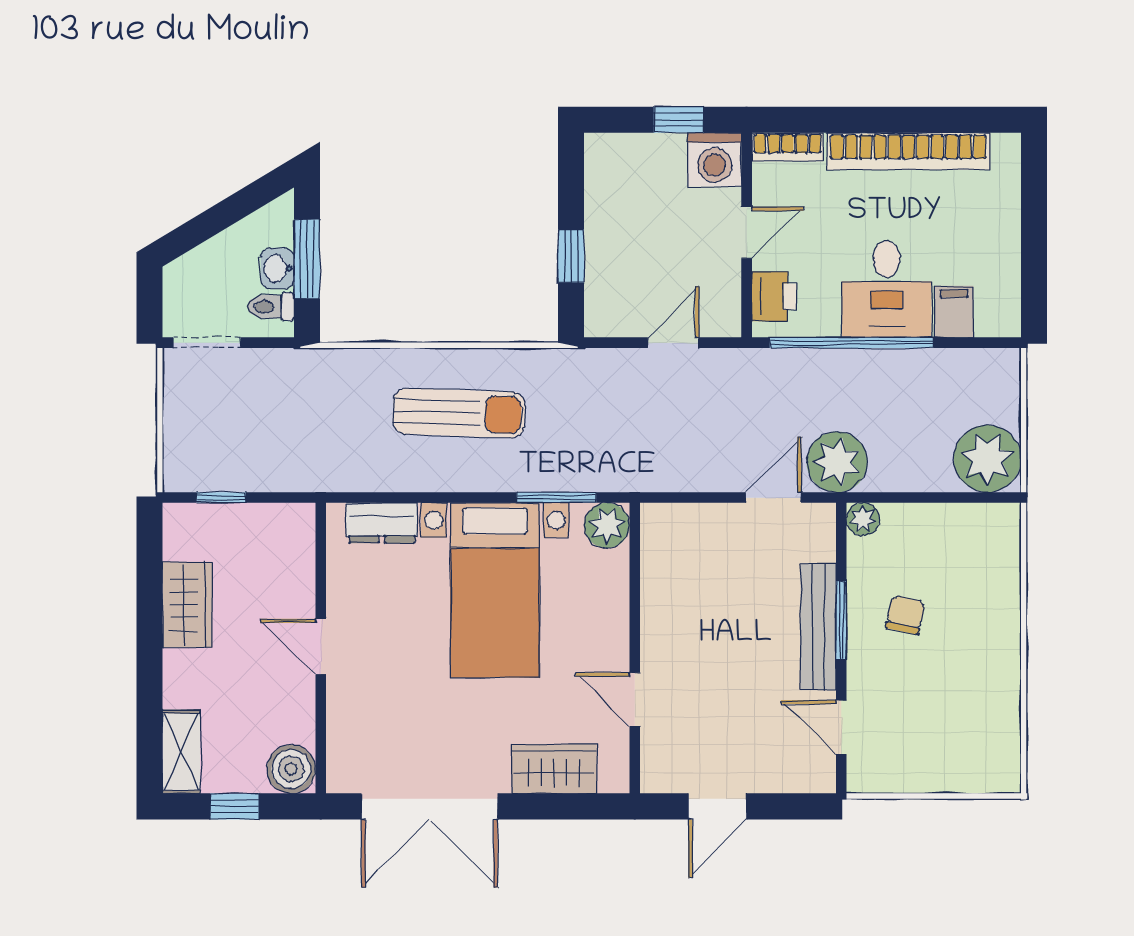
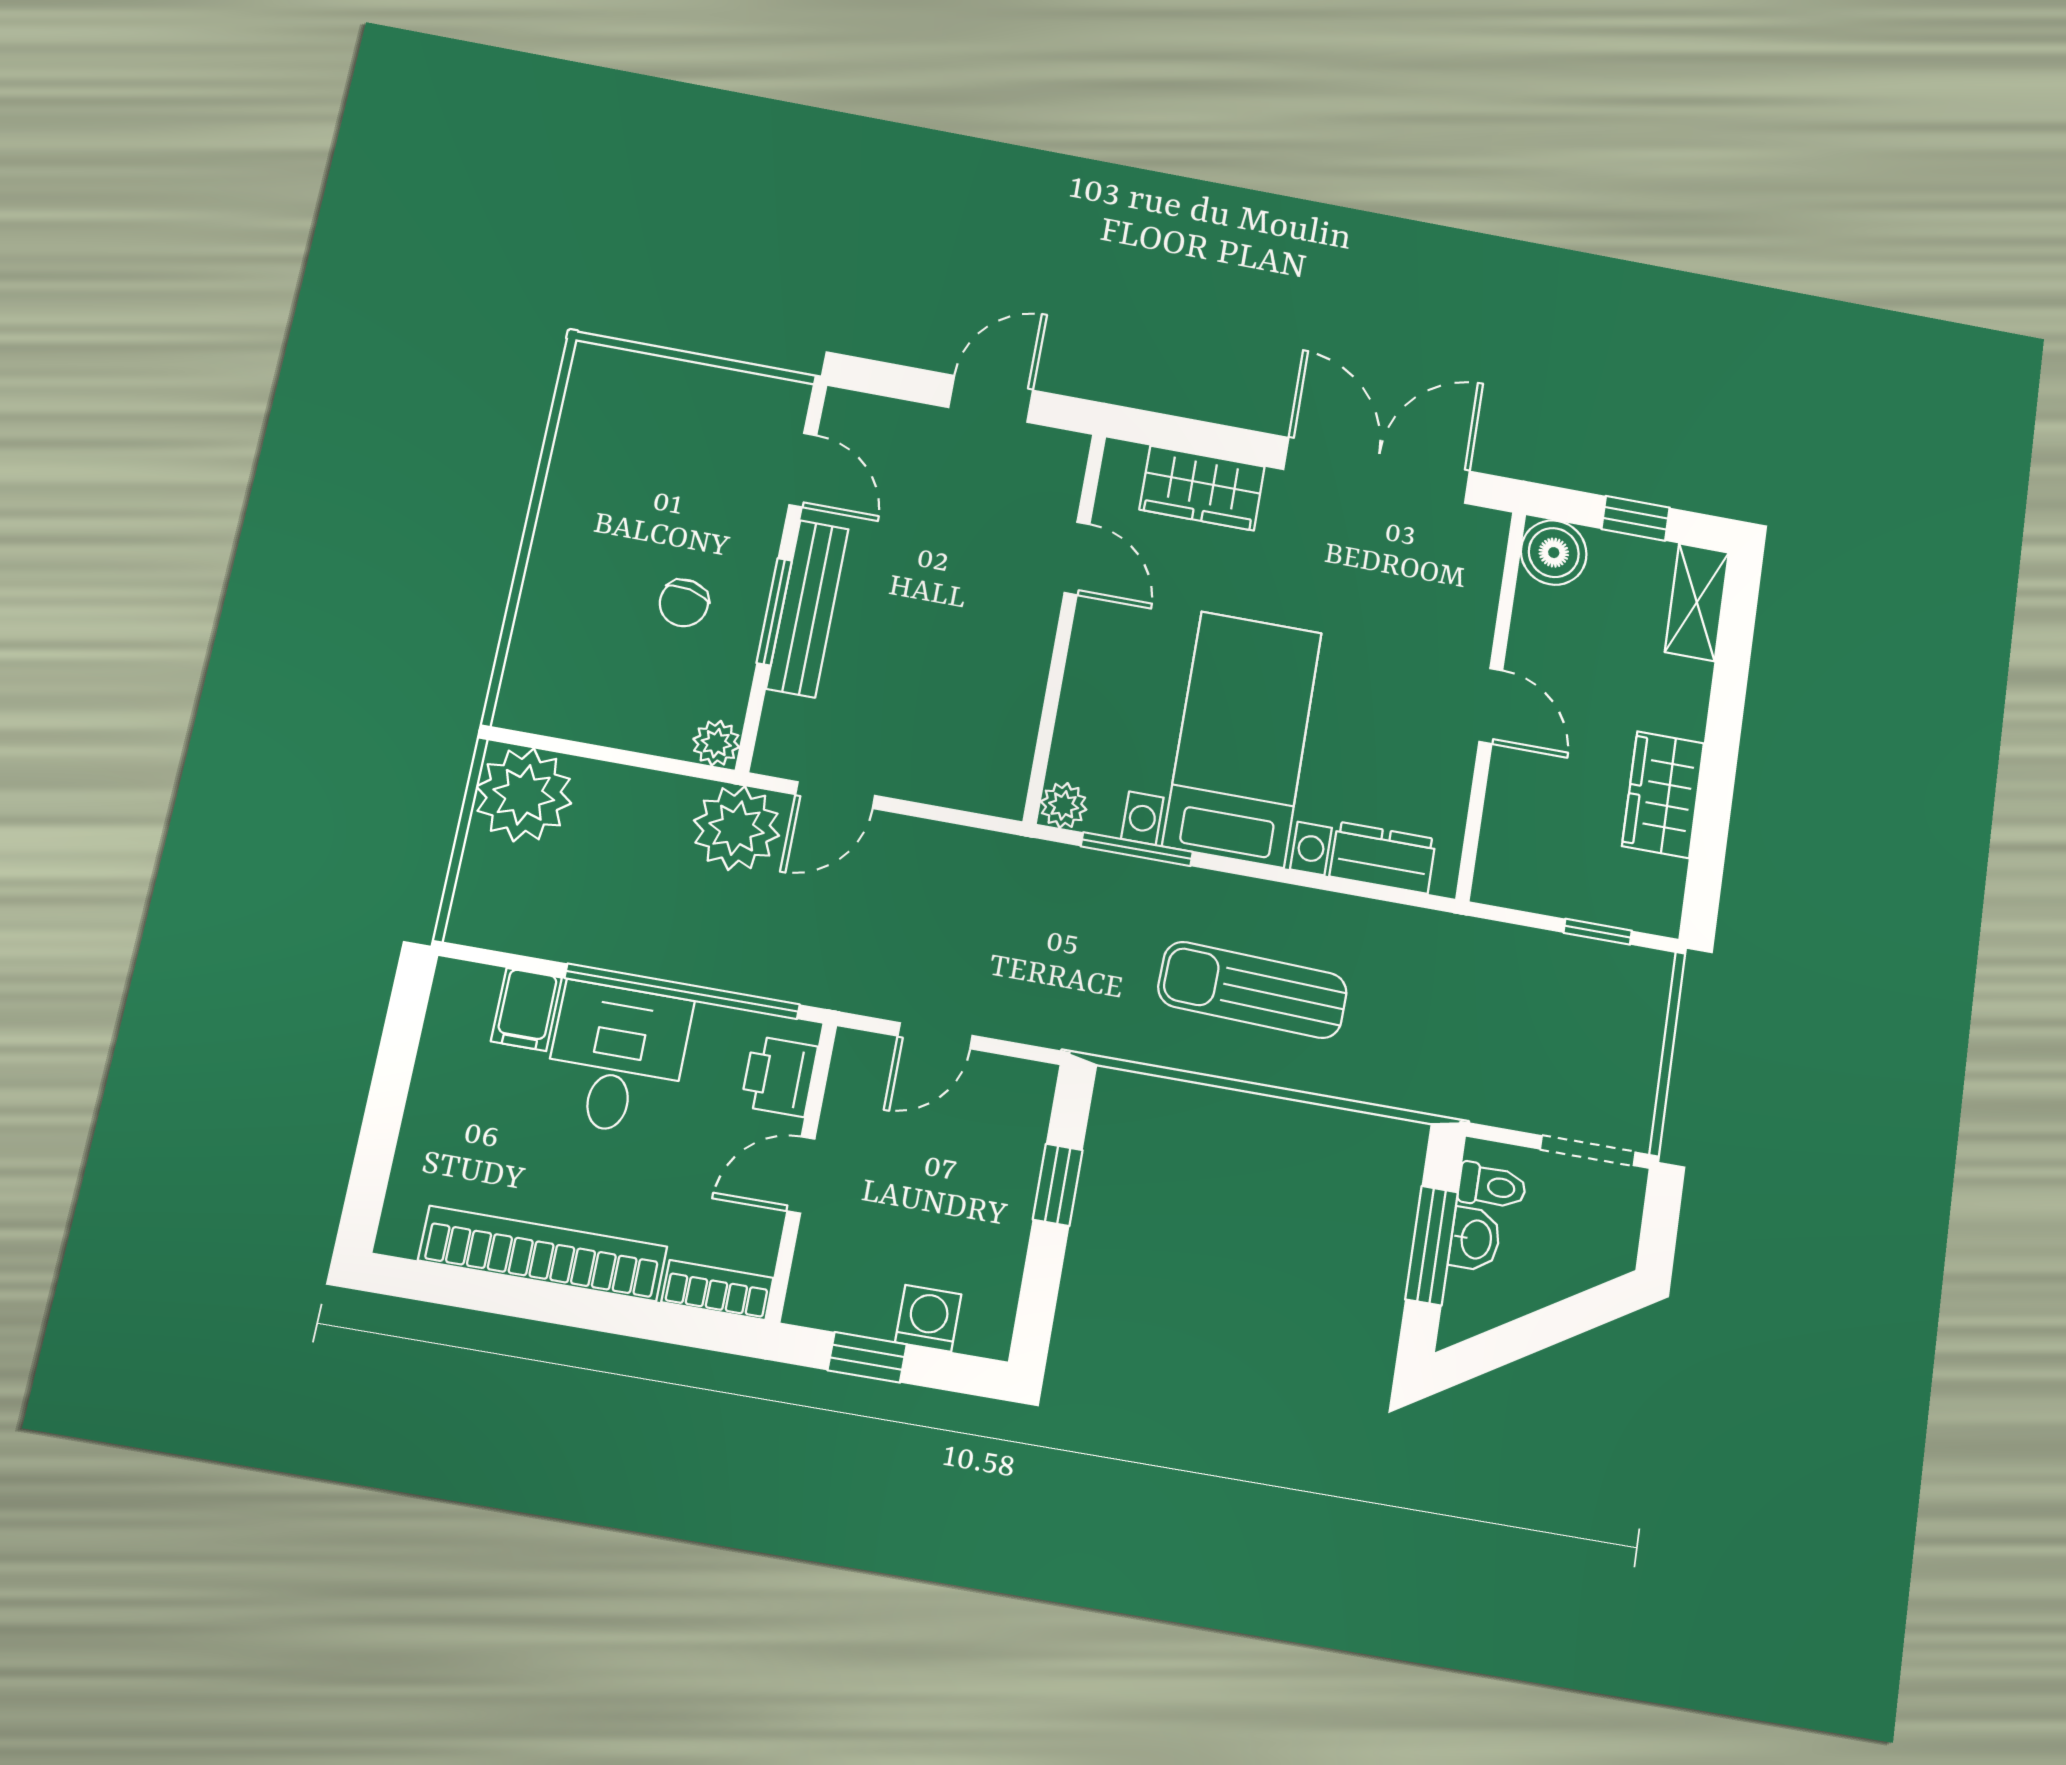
washing machine: (715, 160) -> (928, 1318), moved, width x0.73, depth x0.73
plant: (607, 525) -> (1064, 805), width x0.73, depth x0.73

